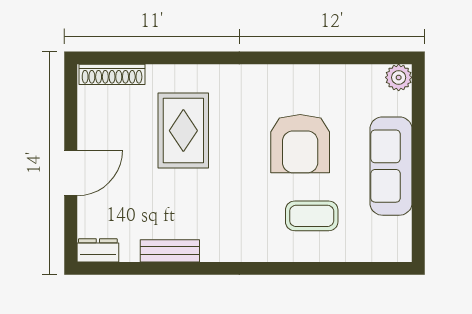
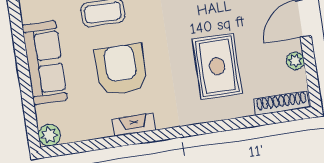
fireplace: (294, 75) -> (134, 125), added
plant: (88, 123) -> (295, 61), added

